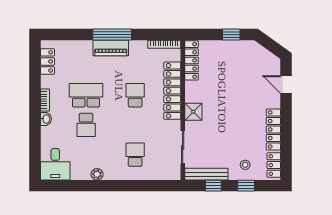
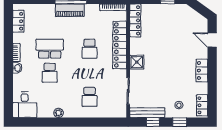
school desk: (135, 95) -> (90, 49), turned 180
locker: (273, 129) -> (202, 70), width x0.66
school desk: (135, 155) -> (90, 97), turned 180

